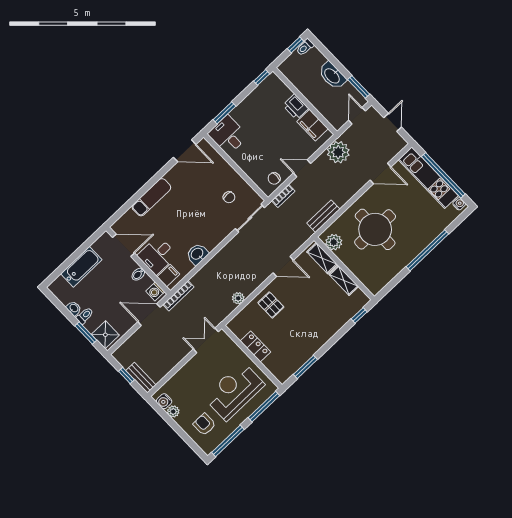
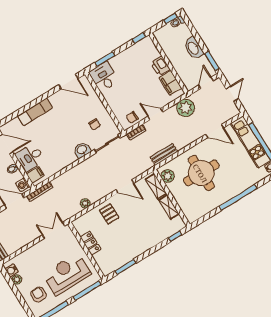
washbasin: (197, 254) -> (82, 150), moved

